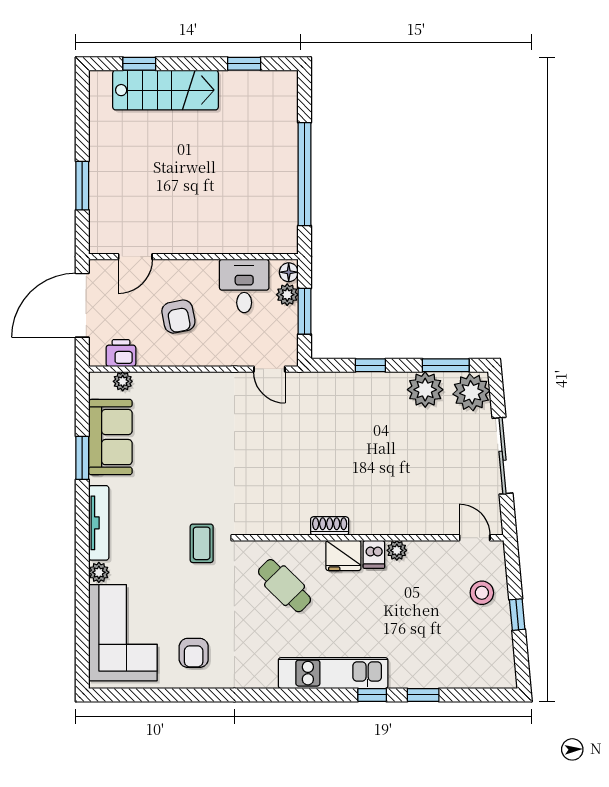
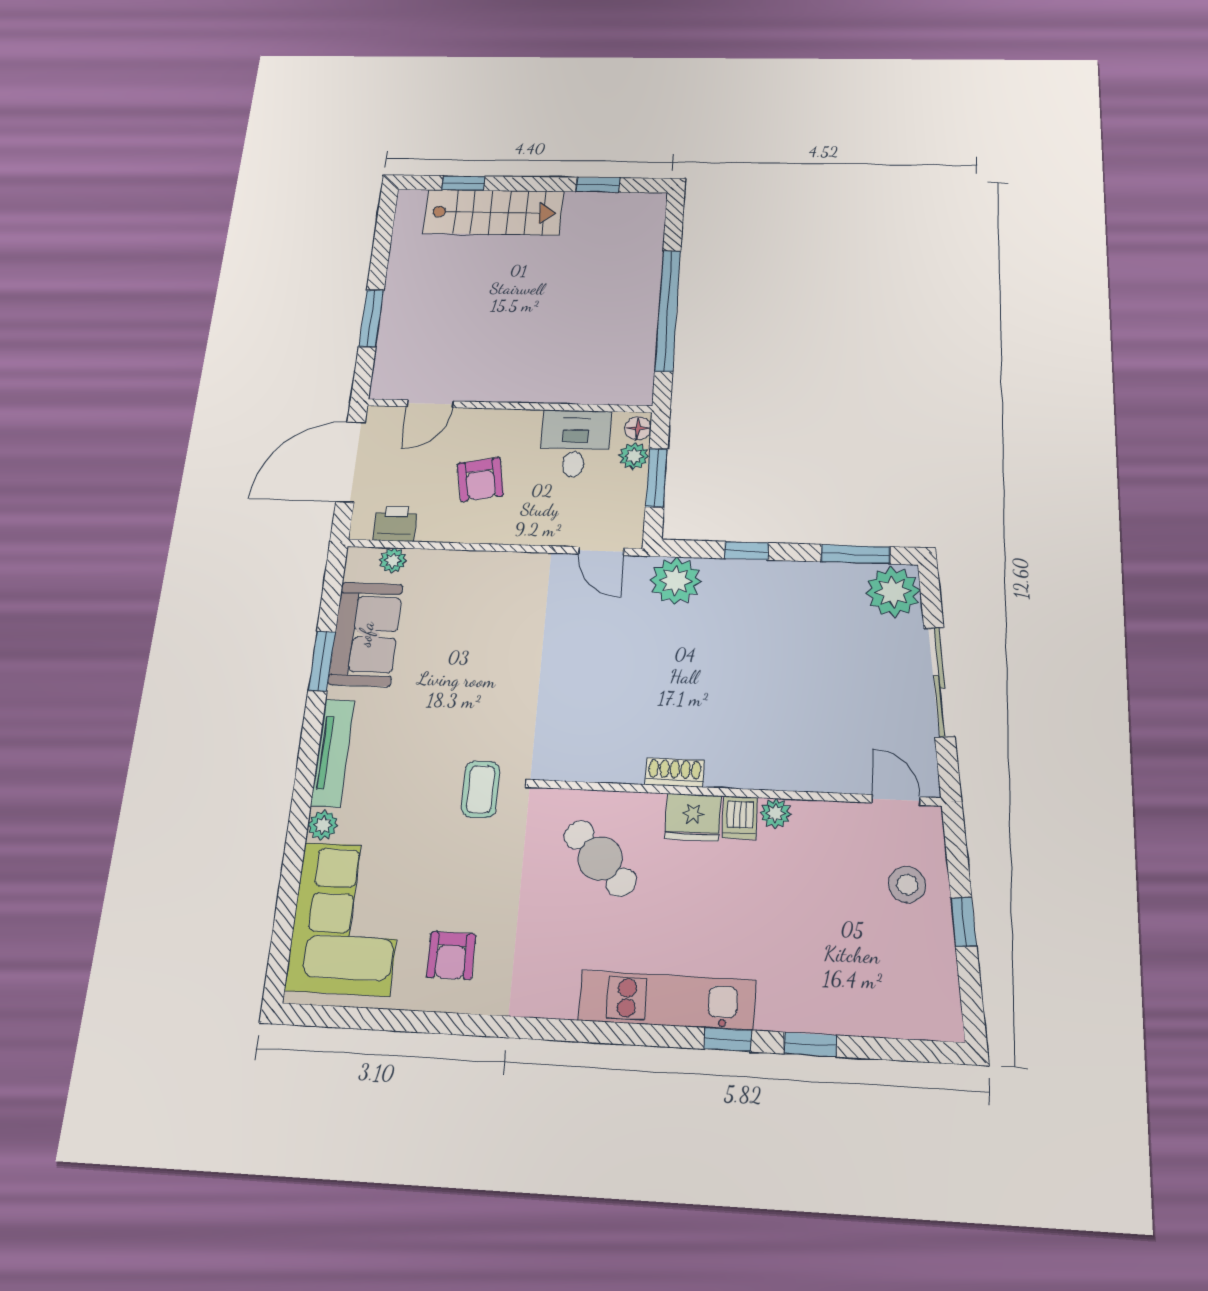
plant: (425, 390) -> (676, 581), moved

